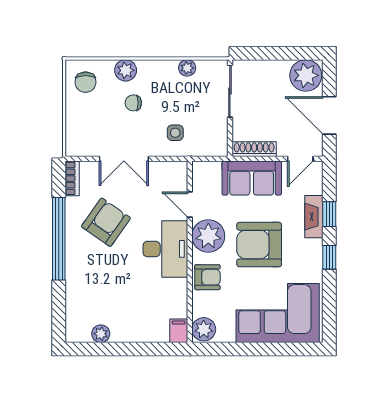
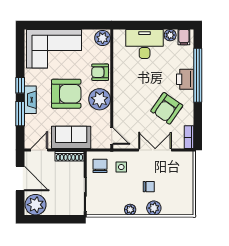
plant: (187, 68) -> (130, 210), moved
chair: (86, 82) -> (100, 166), moved
door: (190, 205) -> (112, 136), moved
window: (329, 214) -> (20, 114), width x1.50
fireplace: (314, 217) -> (30, 100), moved
window: (59, 239) -> (198, 75), moved
desk: (165, 249) -> (145, 44), moved, turned 90
printer: (78, 266) -> (185, 79), added
filing cabinet: (179, 331) -> (184, 37), moved

